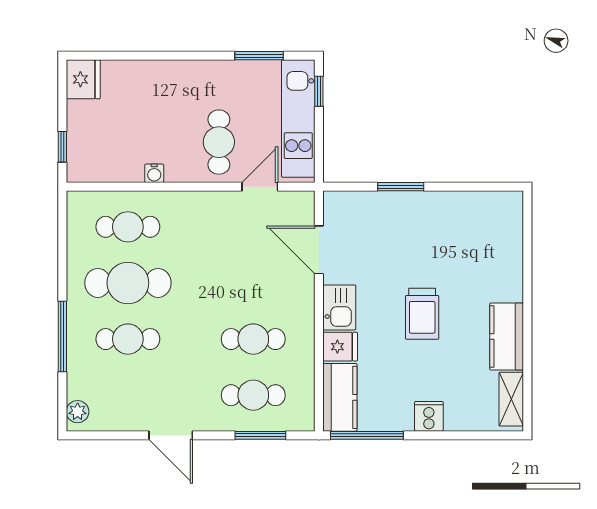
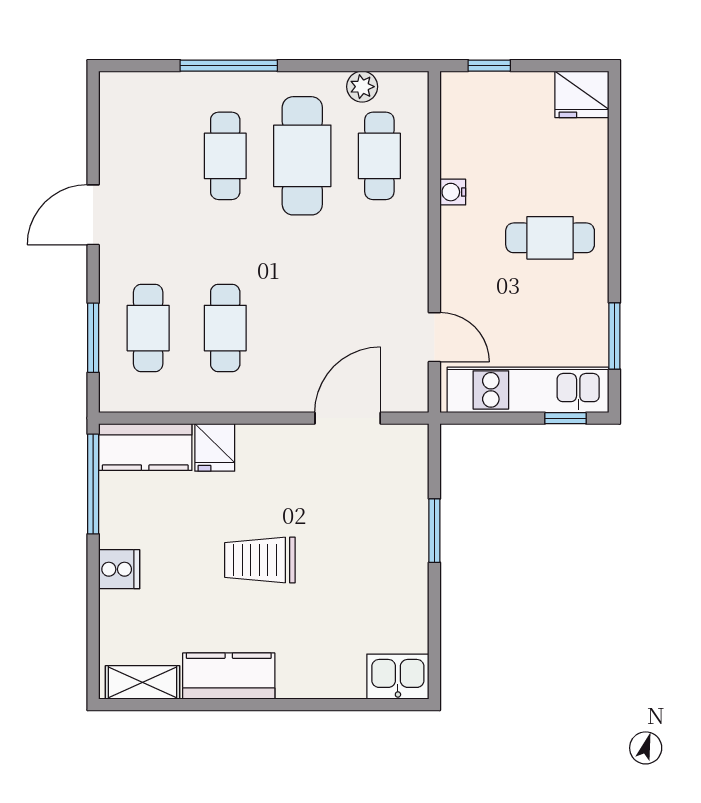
cafe table: (219, 142) -> (550, 238), moved
kitchen sink: (339, 307) -> (398, 677), moved, turned 180
plant: (78, 412) -> (362, 87), moved

